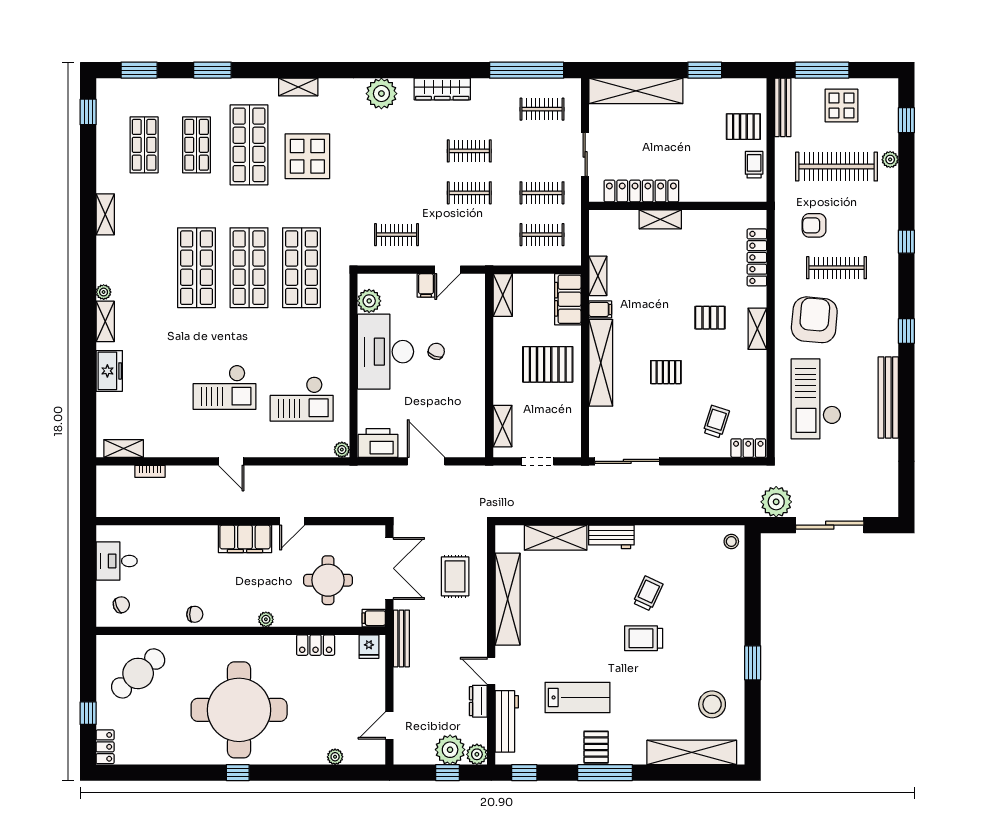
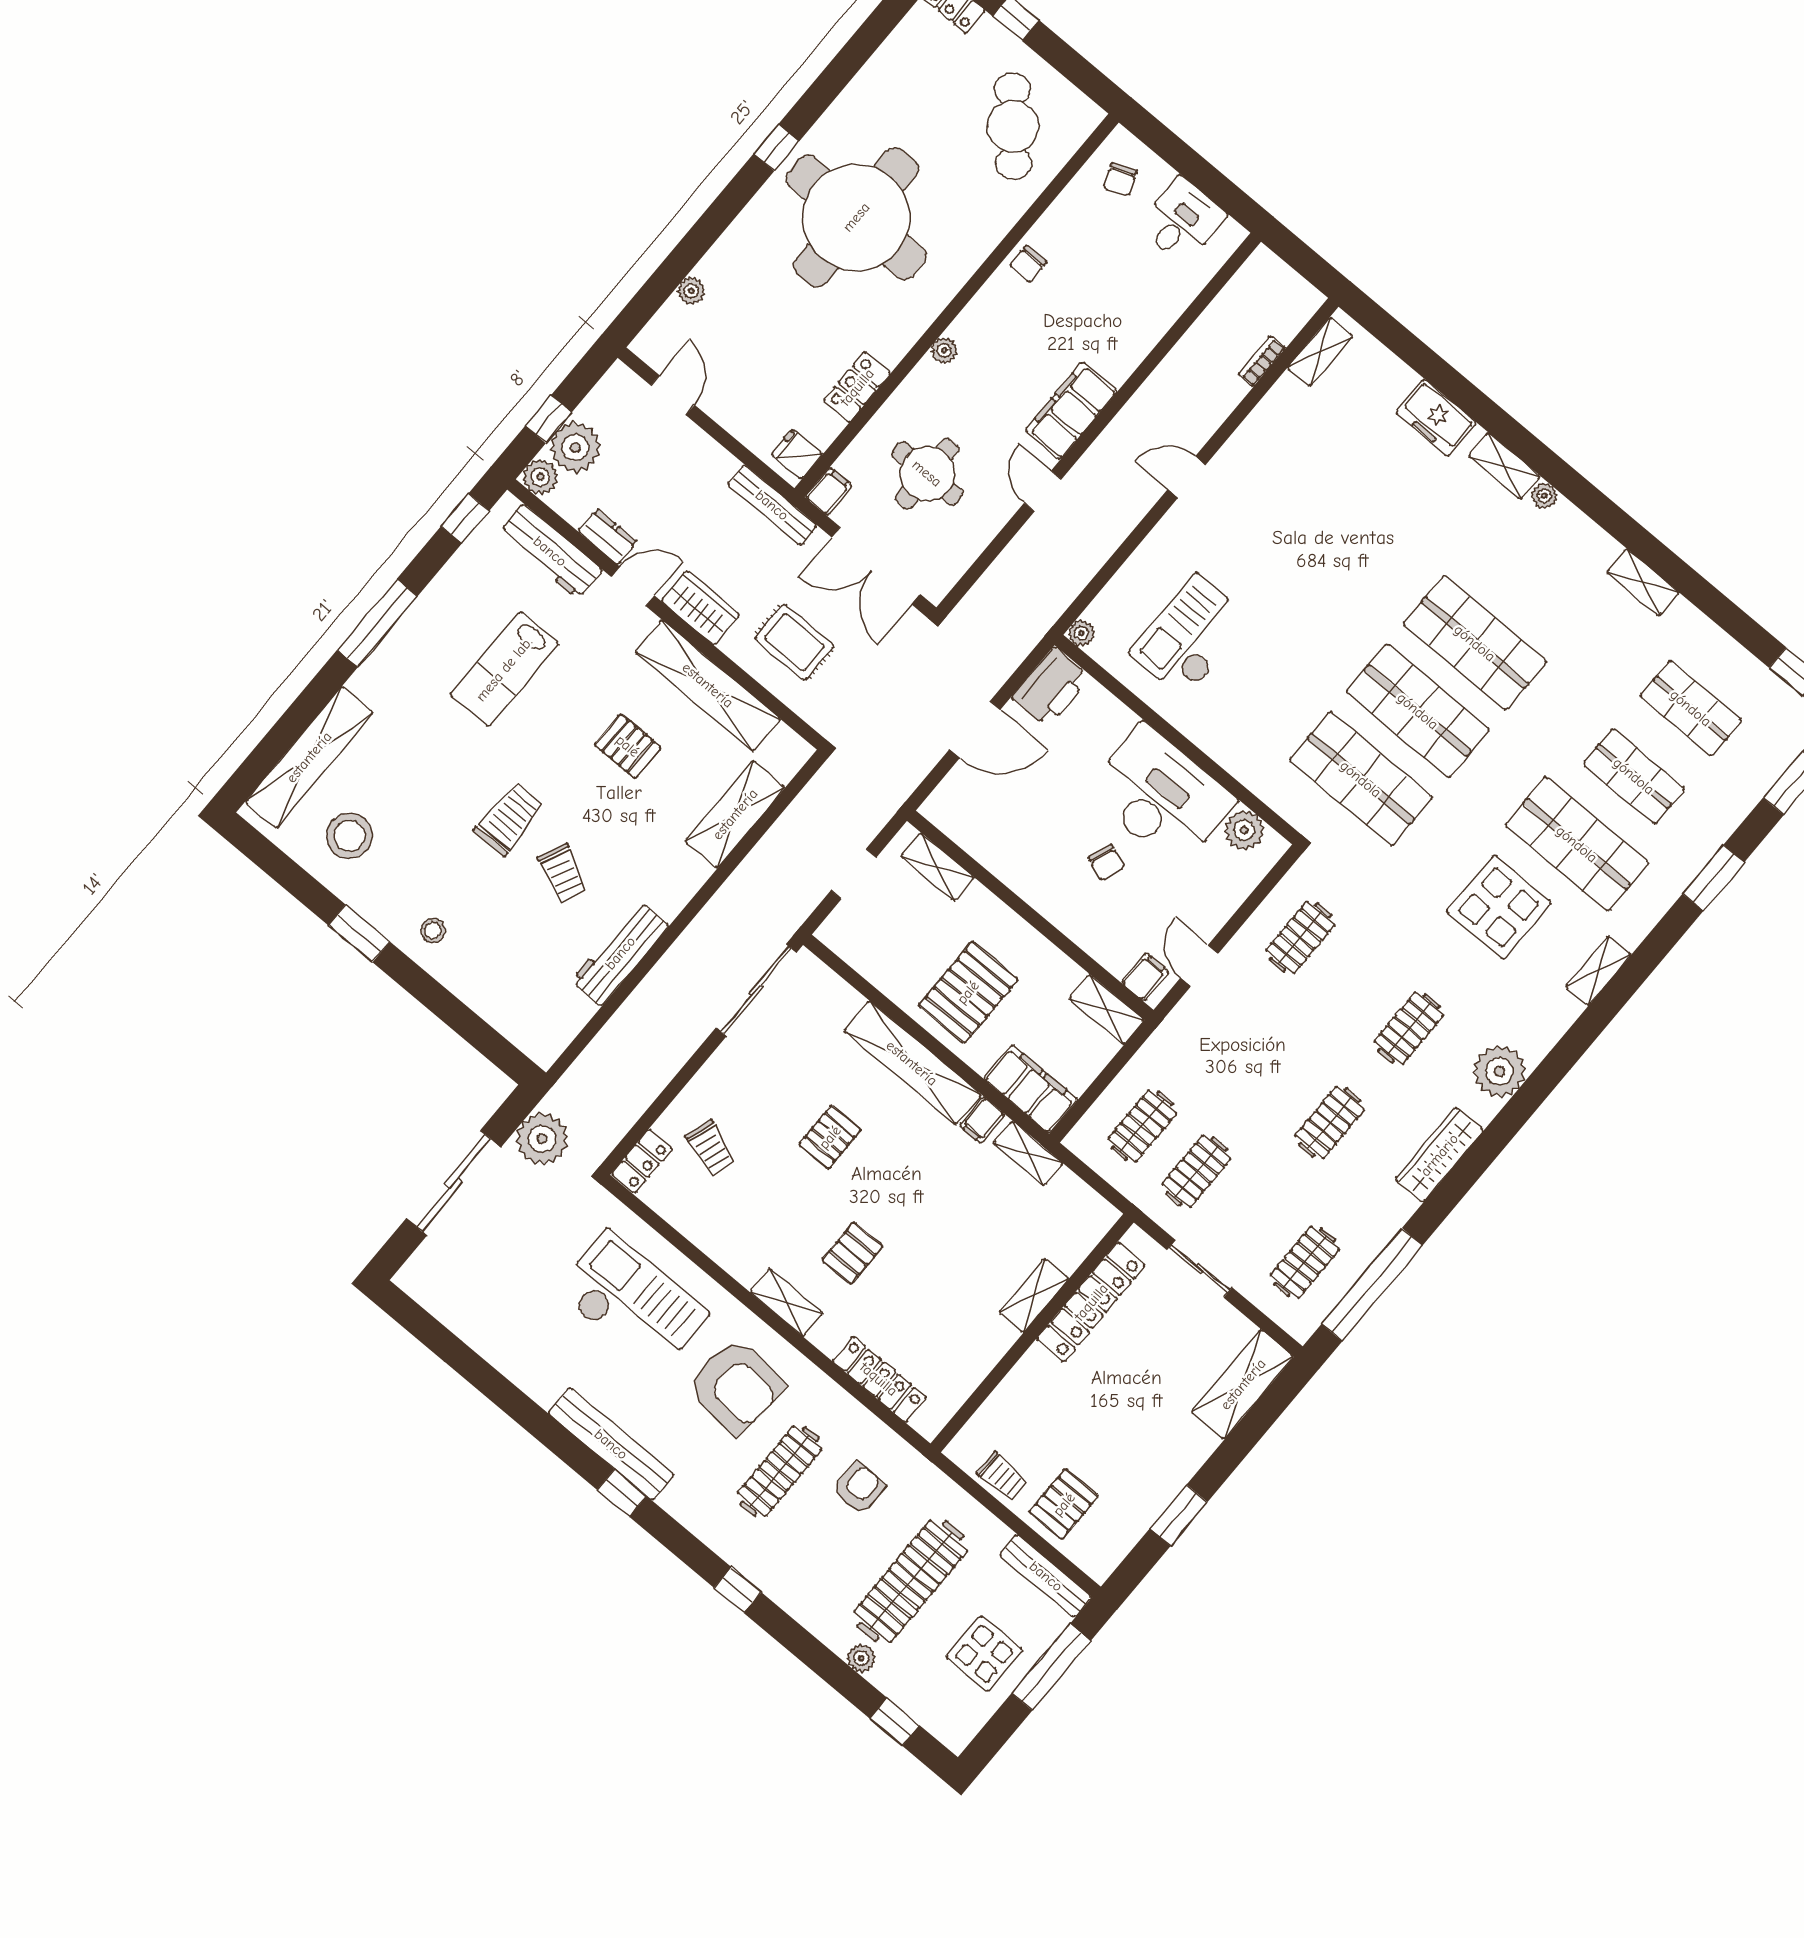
shelving: (636, 91) -> (1243, 1384), width x0.68
clothes rail: (469, 193) -> (1409, 1028), moved
filing cabinet: (426, 285) -> (1145, 977), moved, turned 90
checkout: (224, 387) -> (1290, 549), removed
bench: (888, 397) -> (611, 1444), moved
workbench: (611, 537) -> (620, 953), moved, width x1.38
stool: (731, 542) -> (433, 930), moved
wardrobe: (475, 632) -> (700, 608), added
pallet: (596, 747) -> (628, 746), moved

